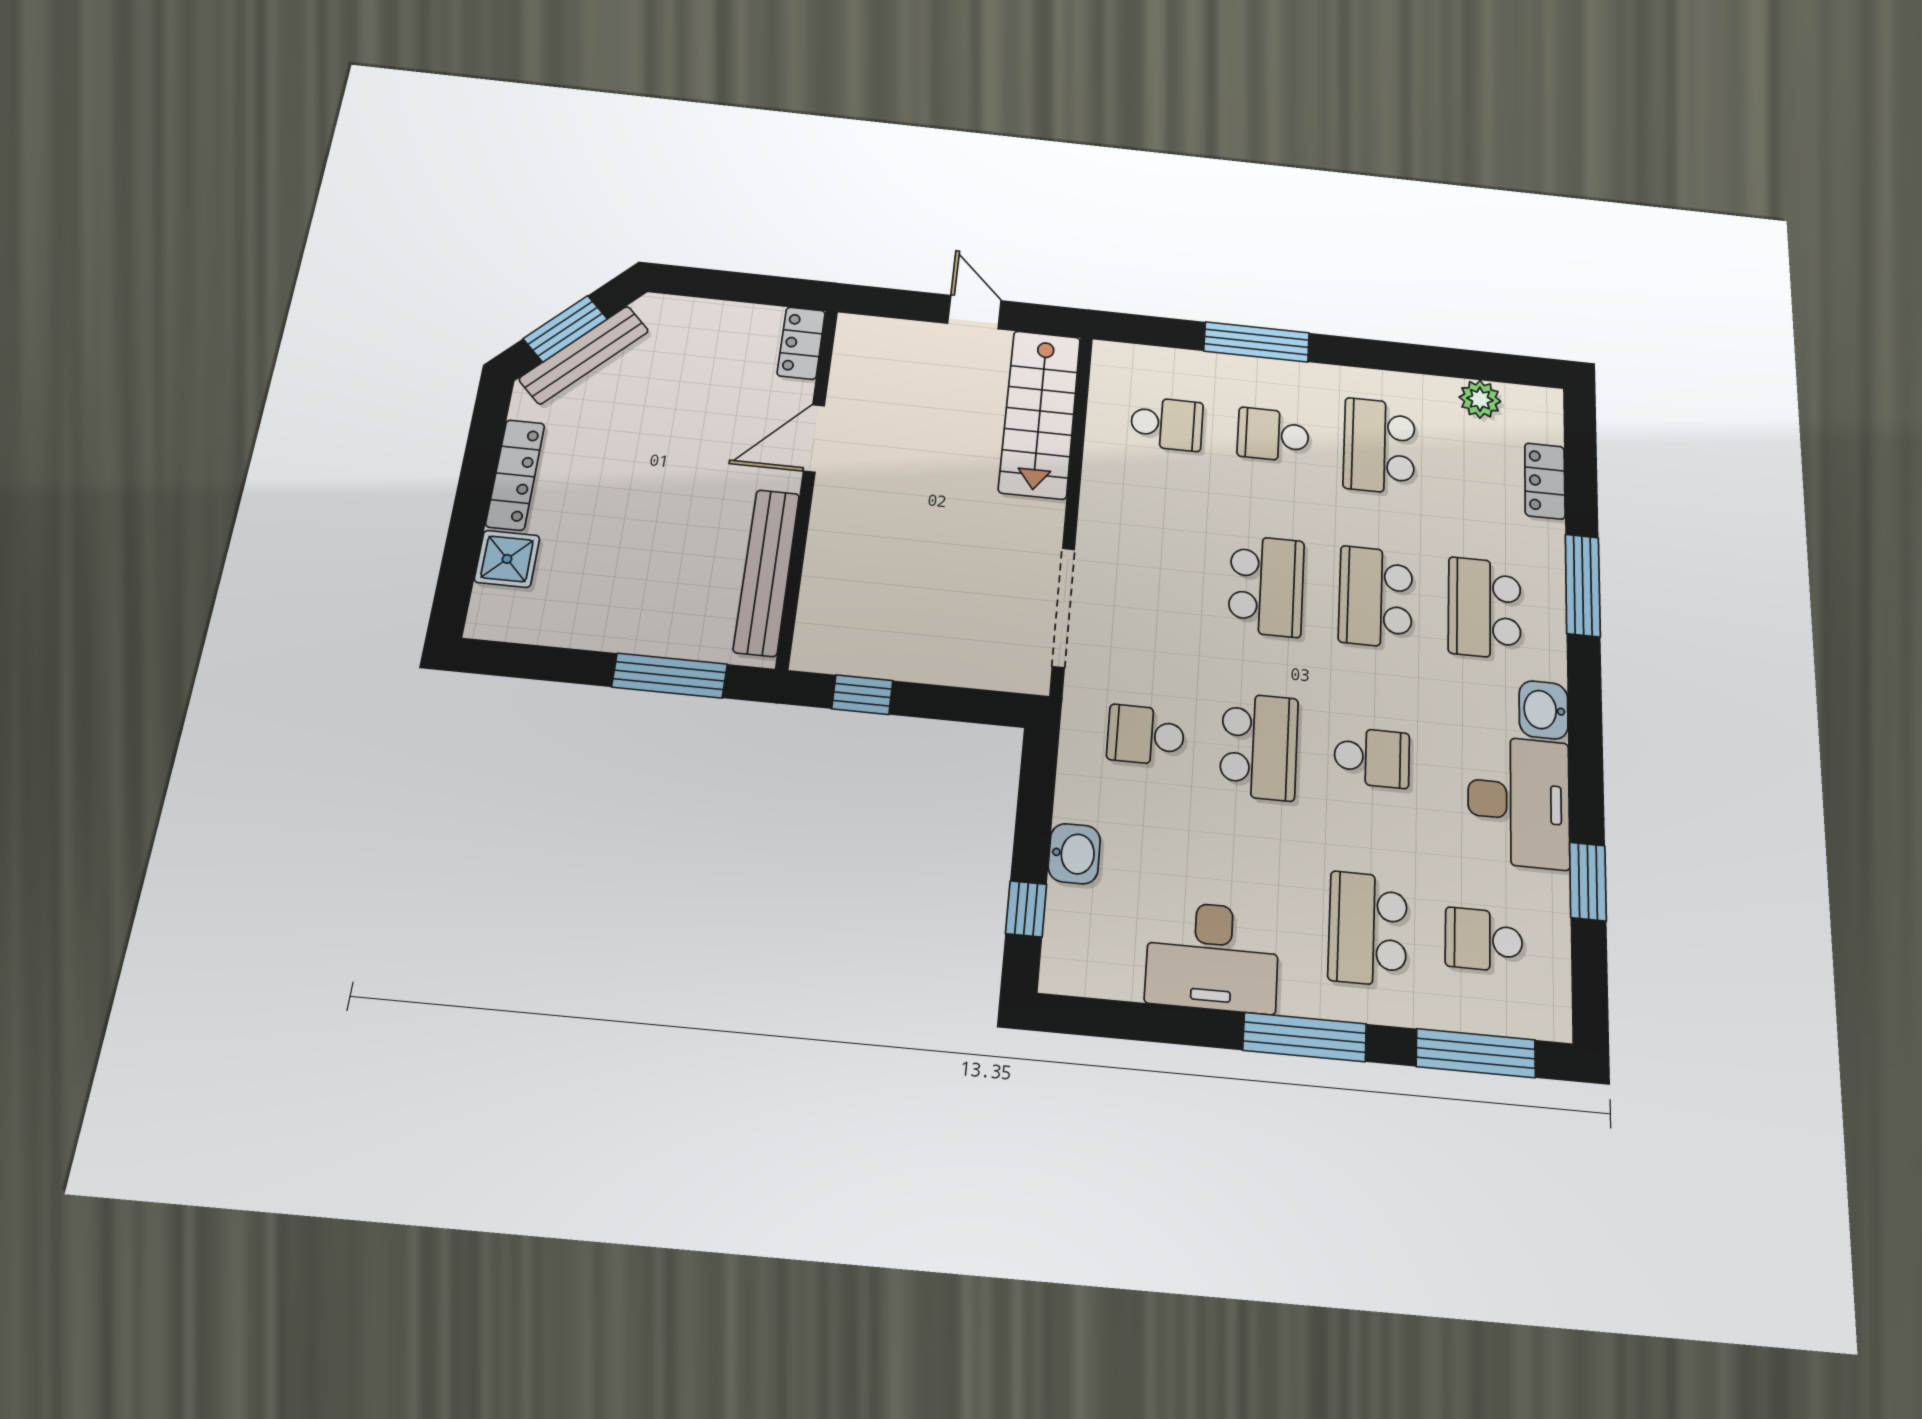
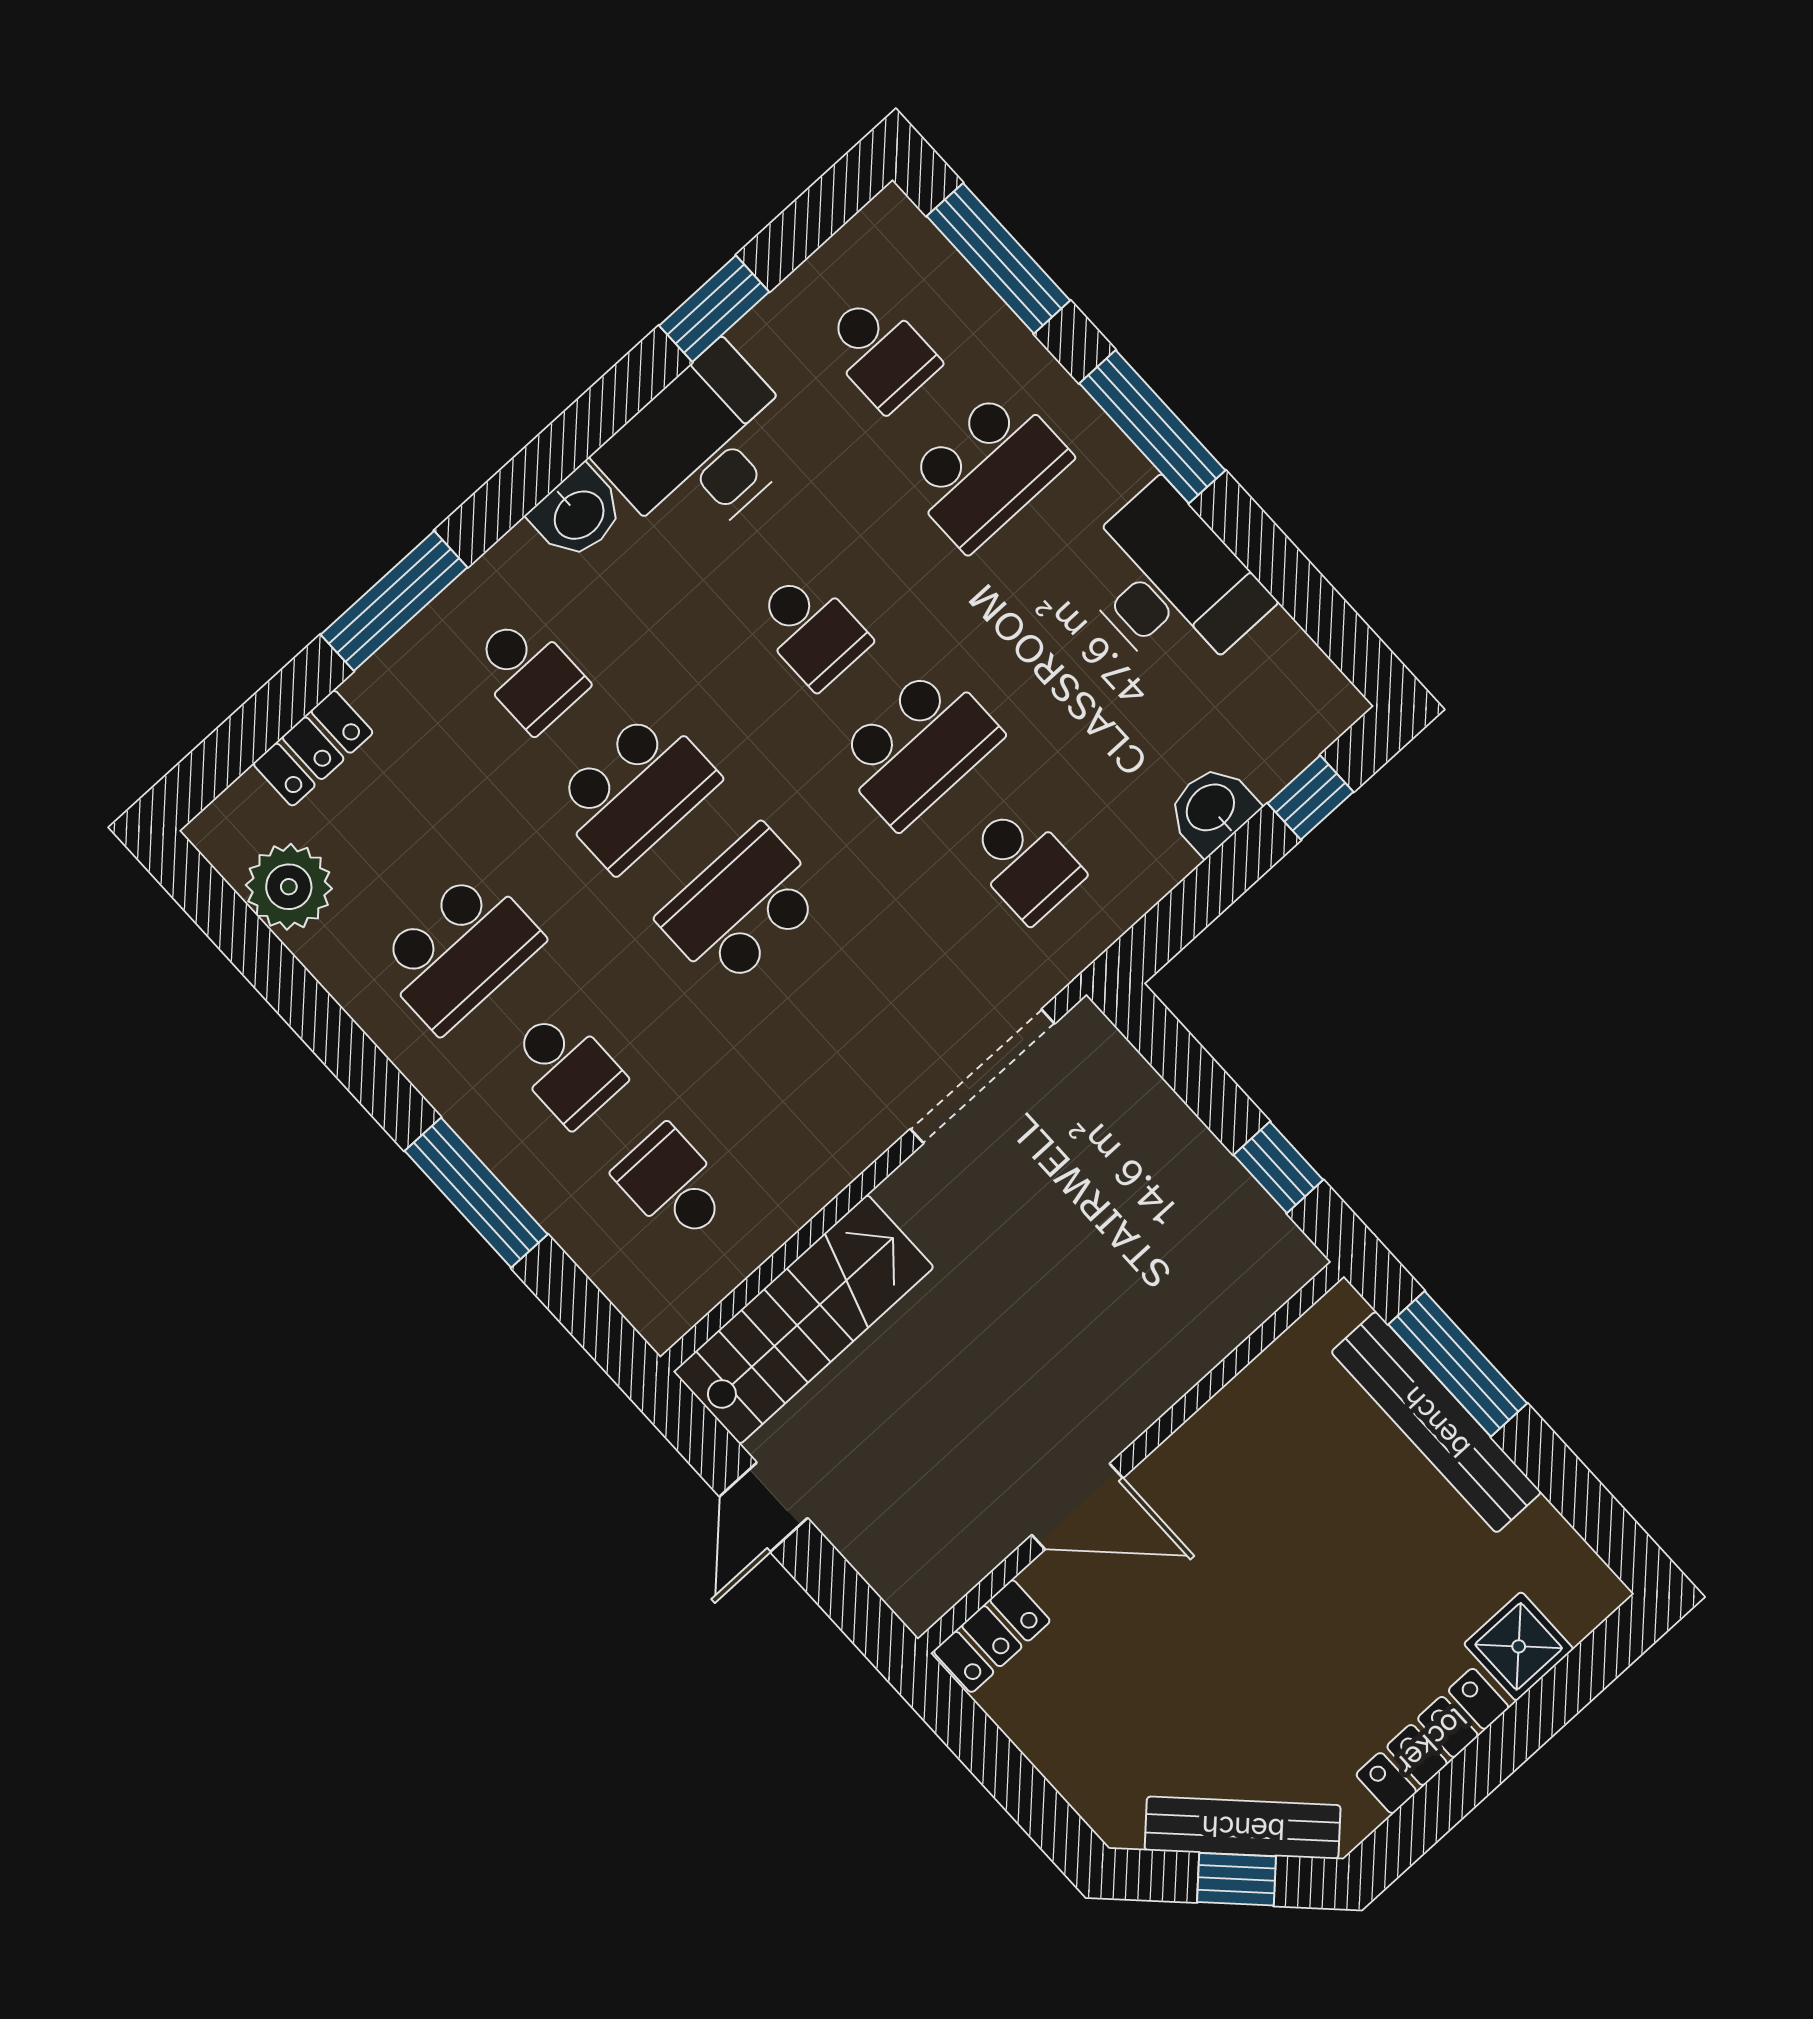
window: (565, 329) -> (1237, 1879), width x0.67
plant: (1480, 399) -> (289, 887), width x1.36, depth x1.36
bench: (767, 572) -> (1436, 1422), moved, turned 90
school desk: (1484, 608) -> (528, 673), width x0.54
school desk: (1259, 746) -> (918, 747), turned 180
school desk: (1372, 758) -> (811, 630), turned 180

